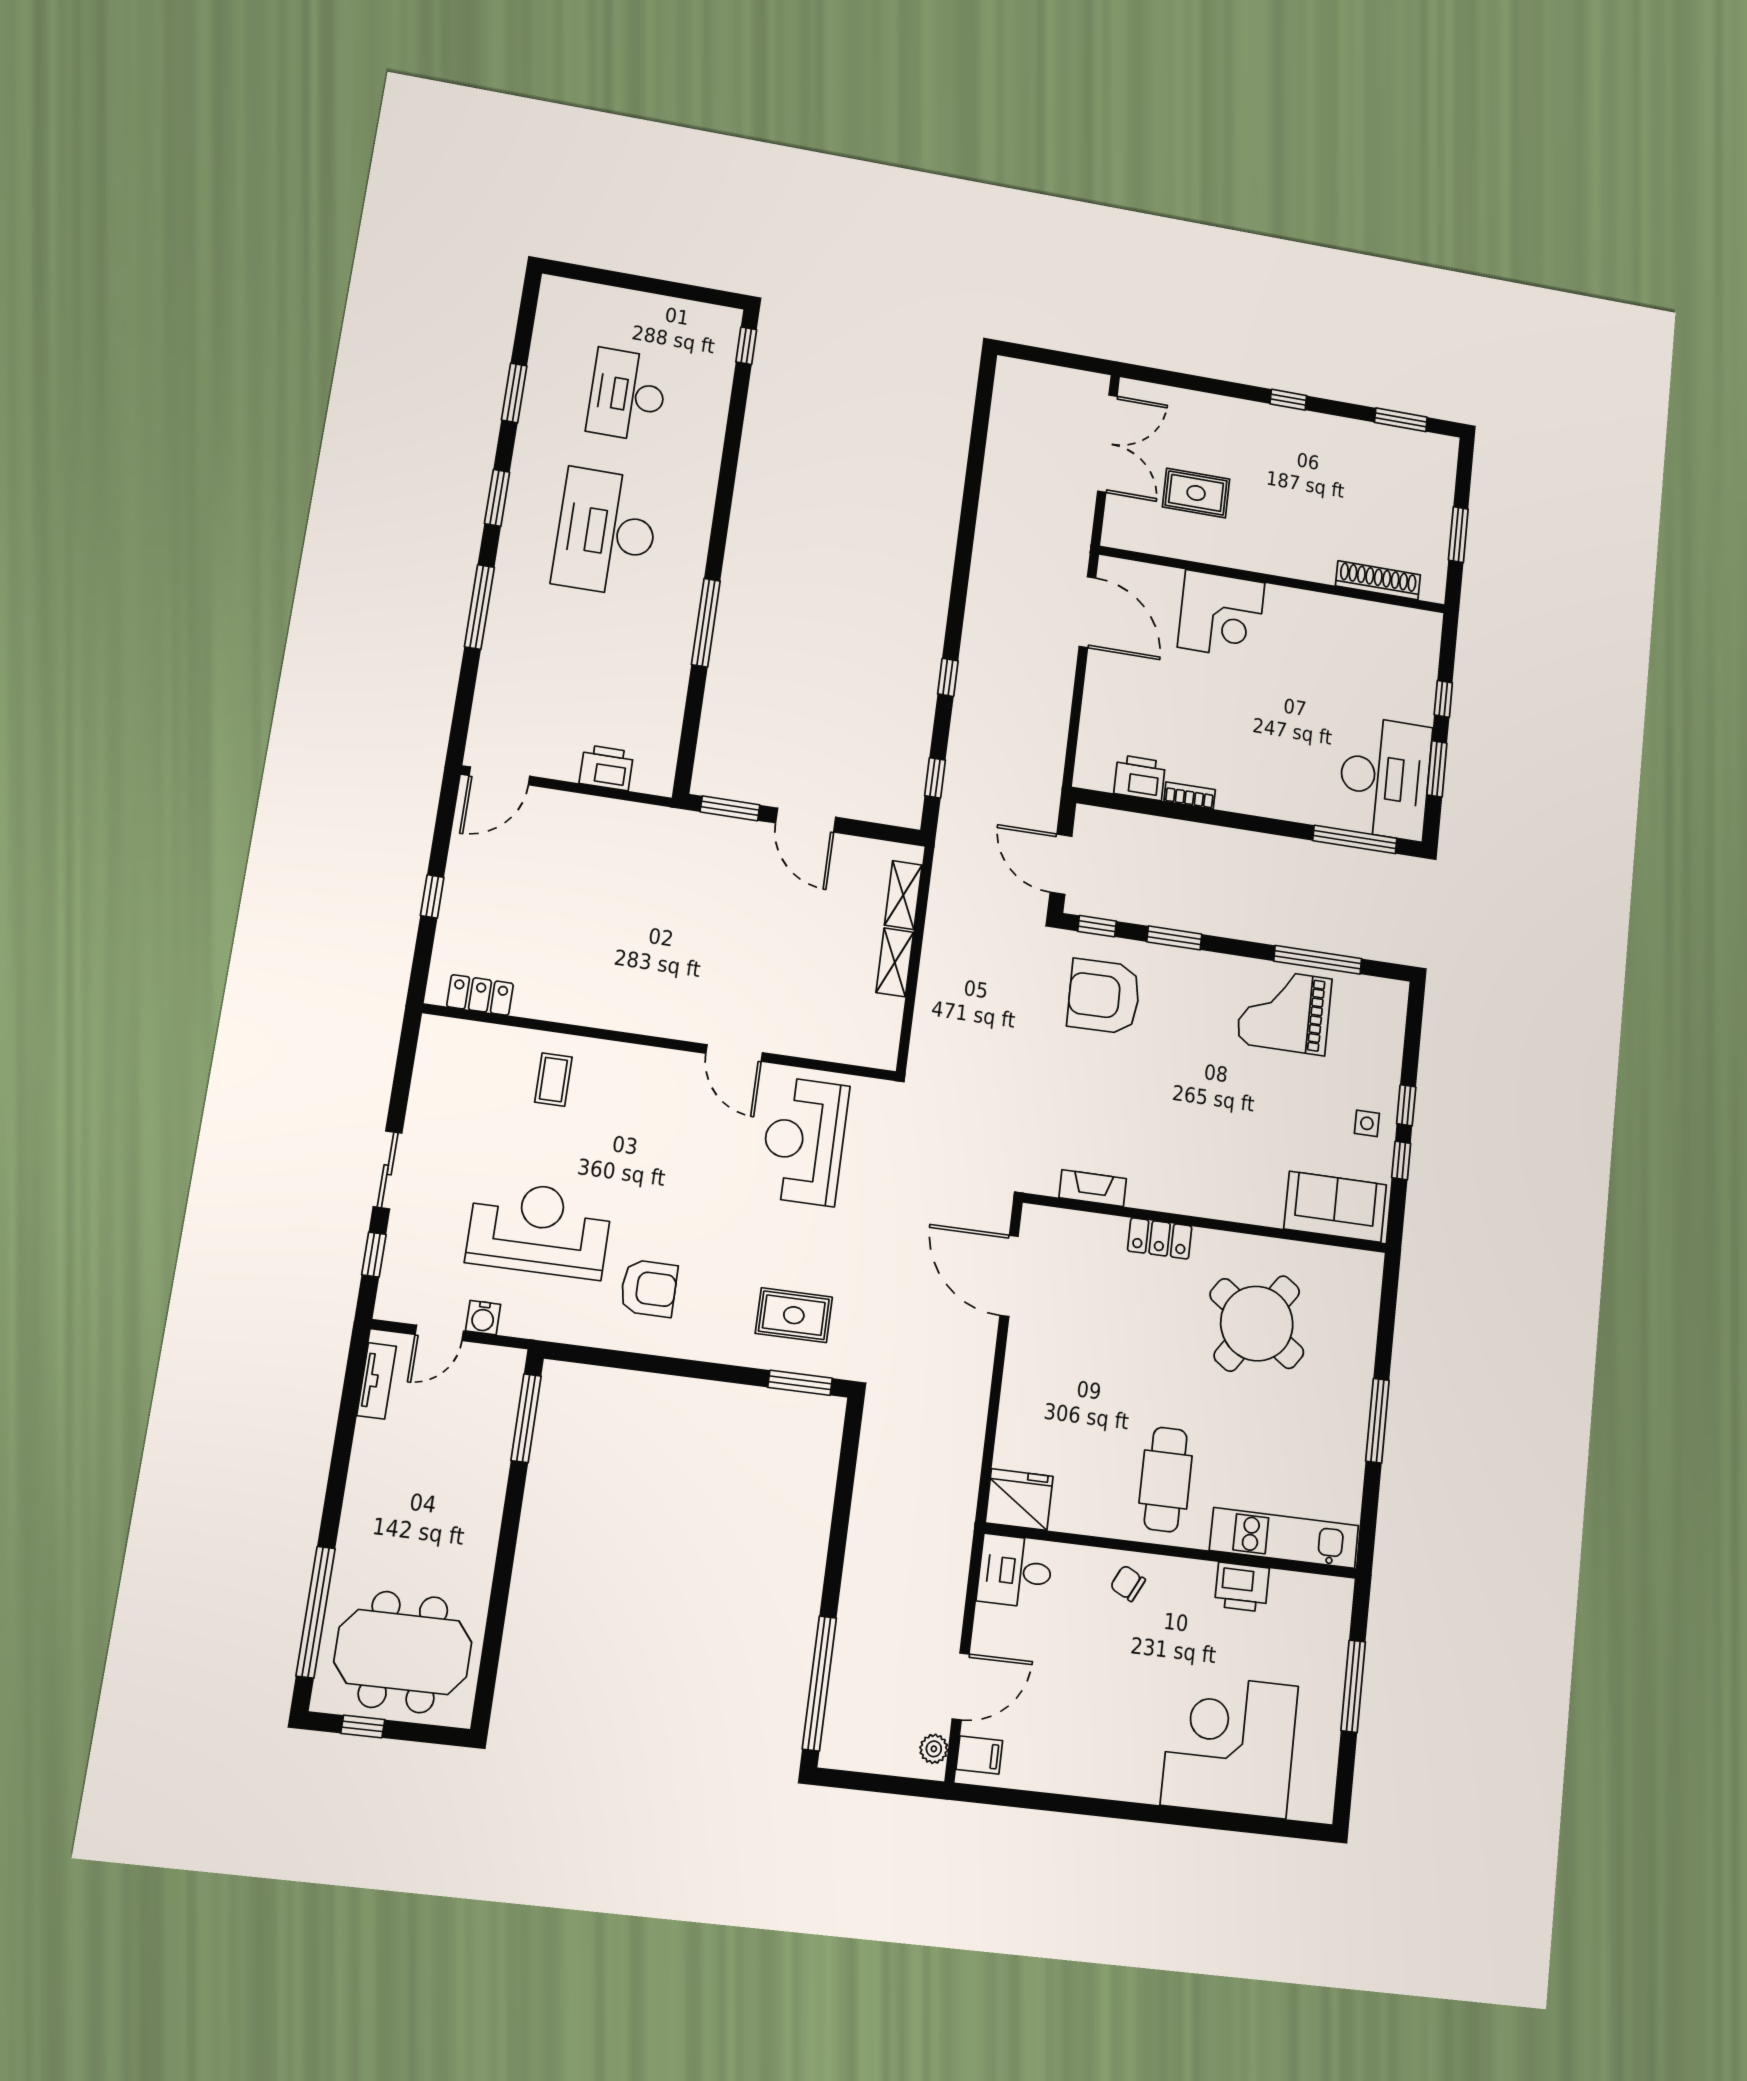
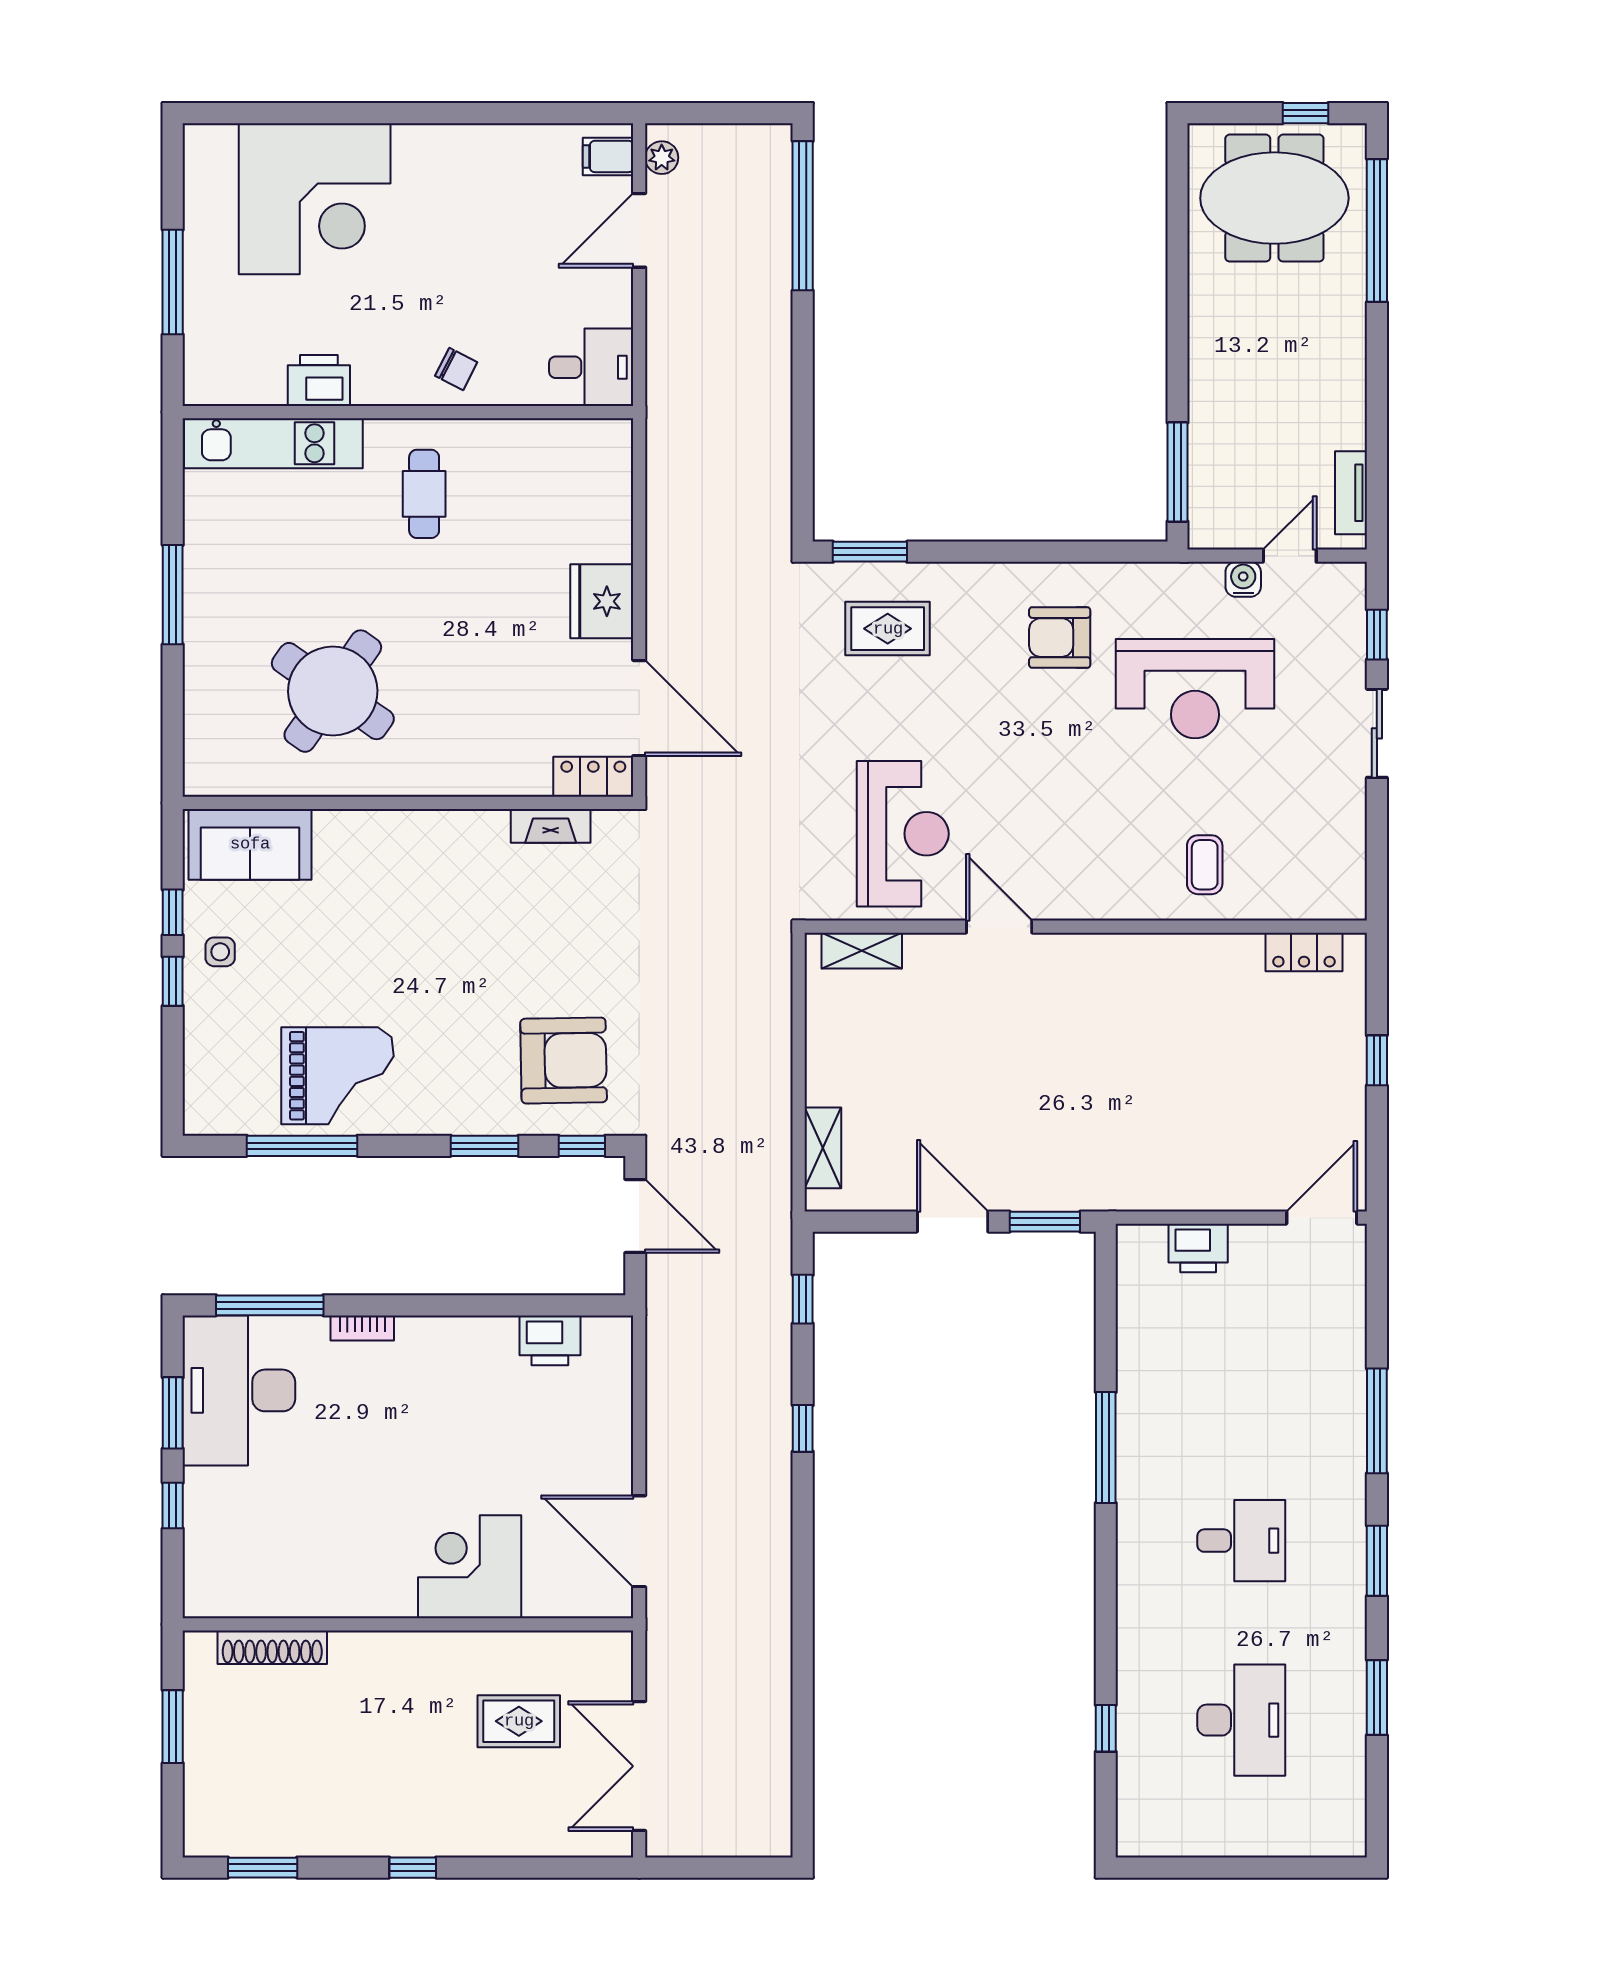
window: (746, 346) -> (1106, 1728), moved
desk: (606, 532) -> (1241, 1541), width x0.53, depth x0.77
bookcase: (1190, 795) -> (362, 1328), moved
shelving: (895, 962) -> (862, 951), moved, turned 90
locker: (1160, 1238) -> (593, 777), moved
cafe table: (1166, 1479) -> (424, 494), width x0.73, depth x0.74
fridge: (1019, 1500) -> (602, 601), moved, turned 90

